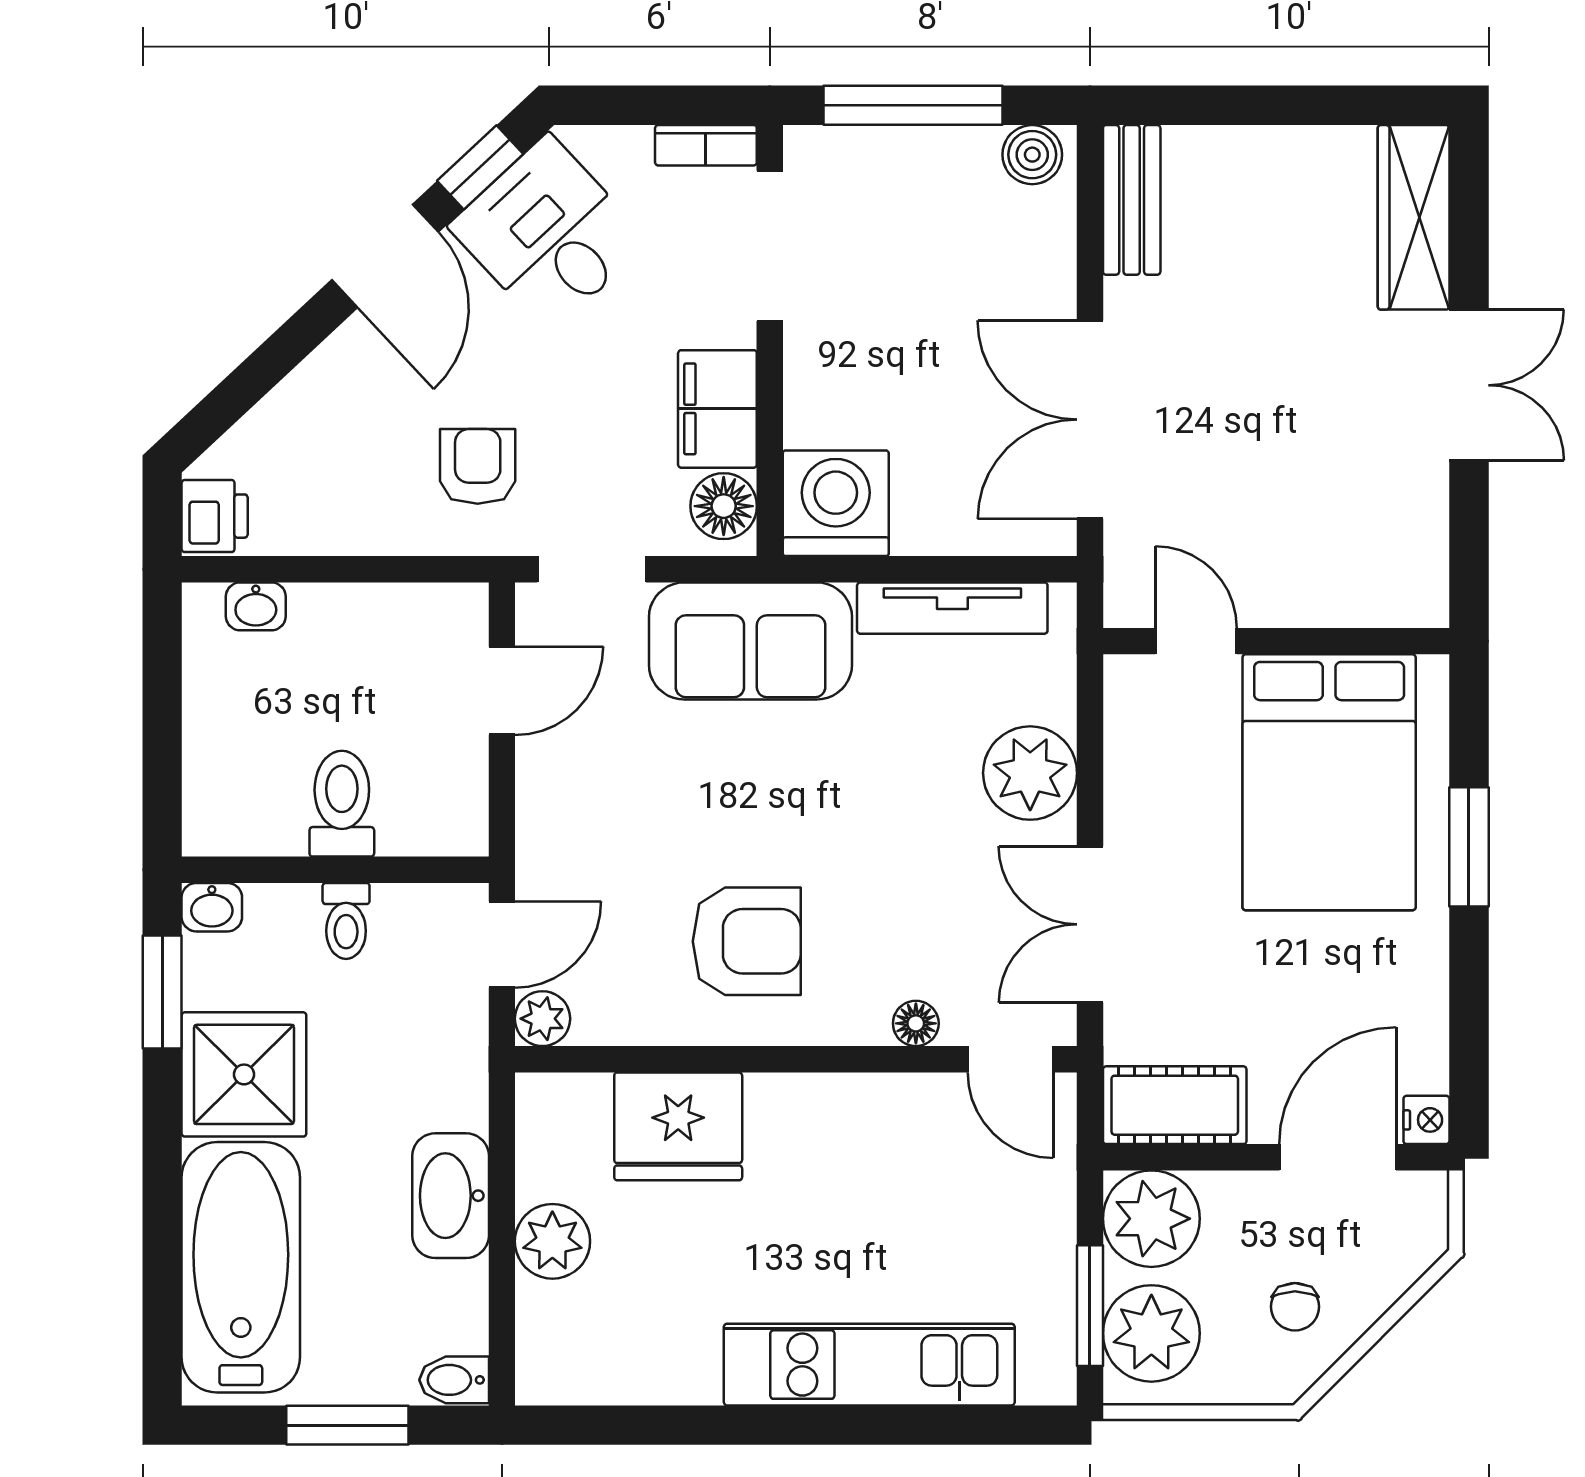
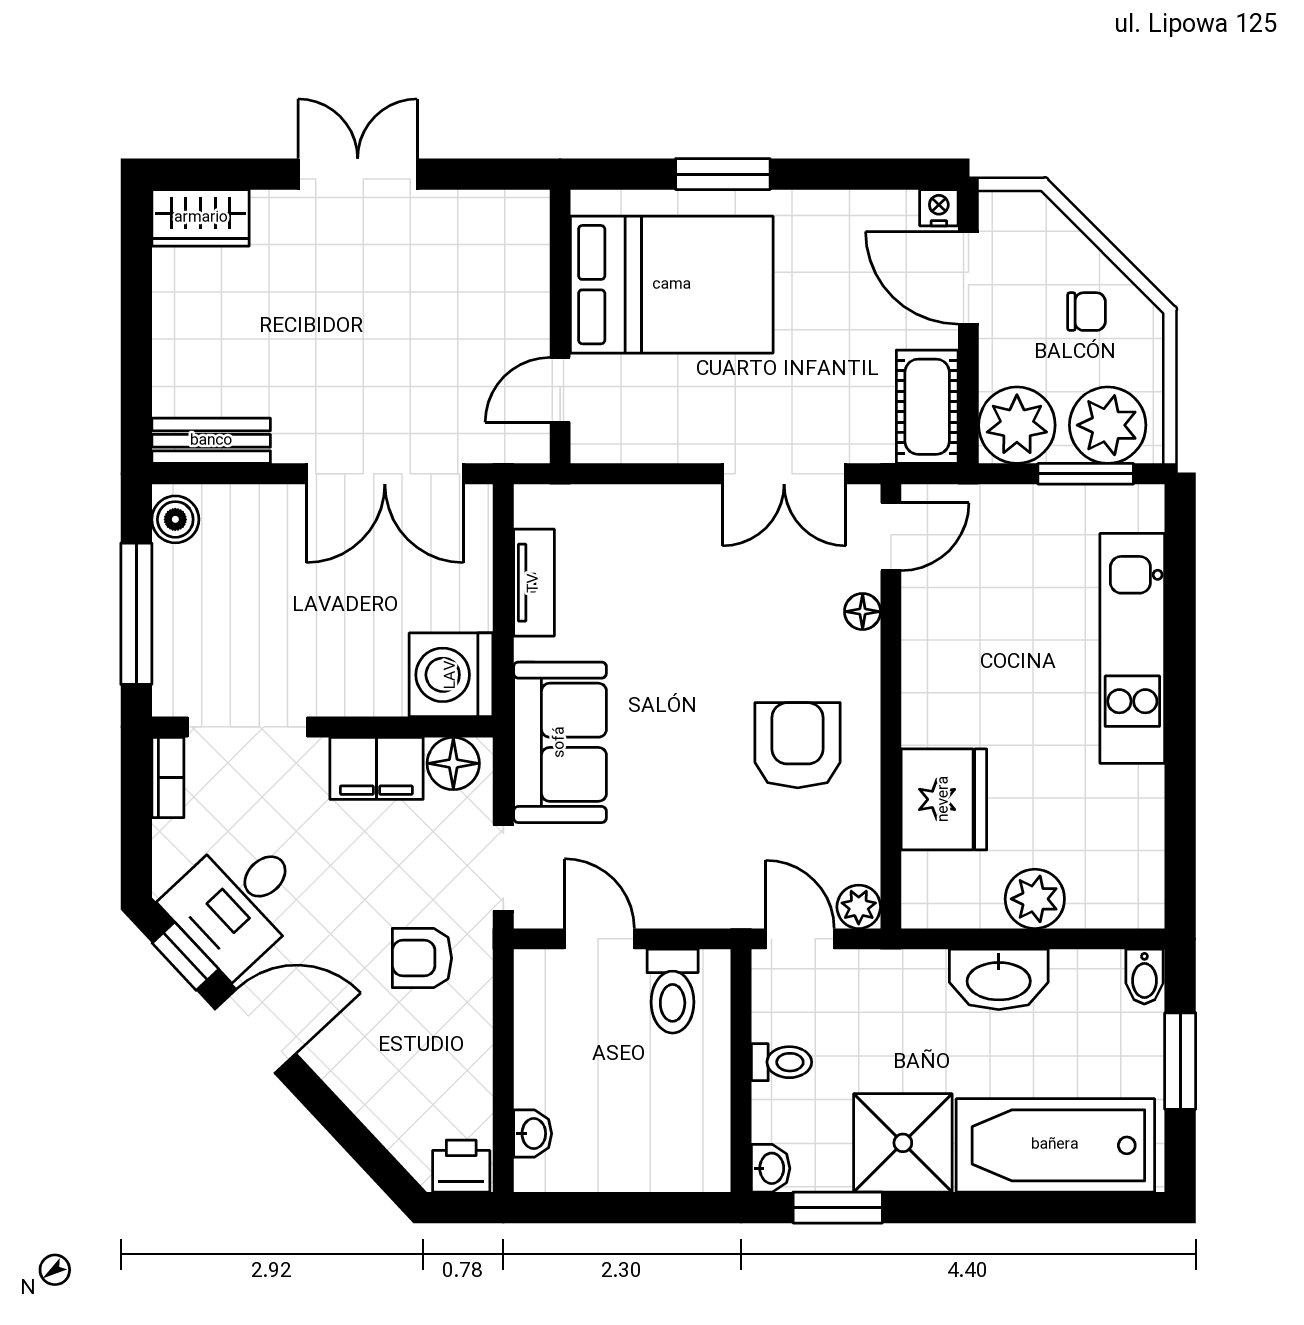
wardrobe: (1414, 217) -> (201, 218), width x0.67
tv unit: (952, 608) -> (534, 583), width x0.71
plant: (1030, 773) -> (664, 521), removed
toilet: (342, 804) -> (673, 991), moved, turned -90

